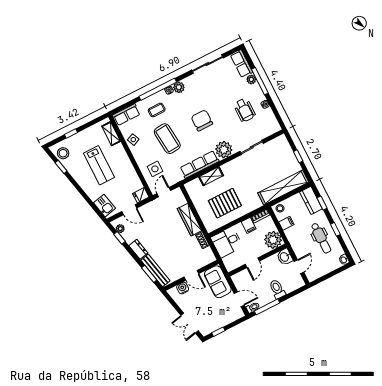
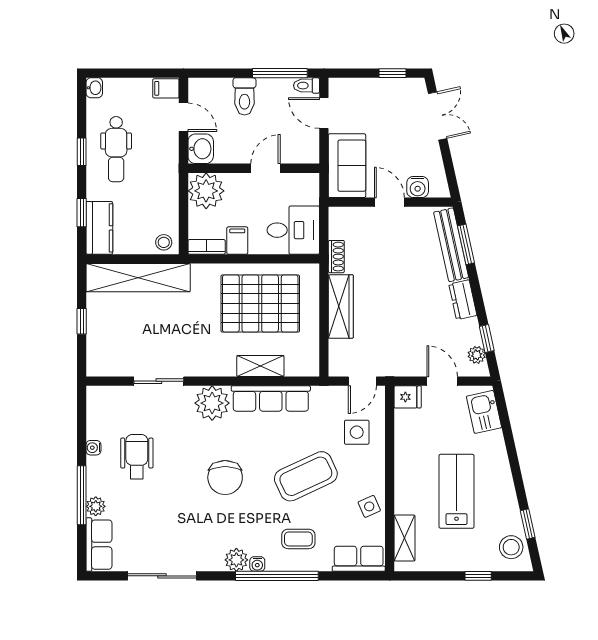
coffee table: (167, 139) -> (306, 476), turned 70
pallet: (225, 203) -> (260, 304), width x1.37, depth x1.41
filing cabinet: (286, 223) -> (166, 88), moved
dental chair: (321, 238) -> (116, 149), turned 180
door: (299, 267) -> (183, 117), swing flipped

